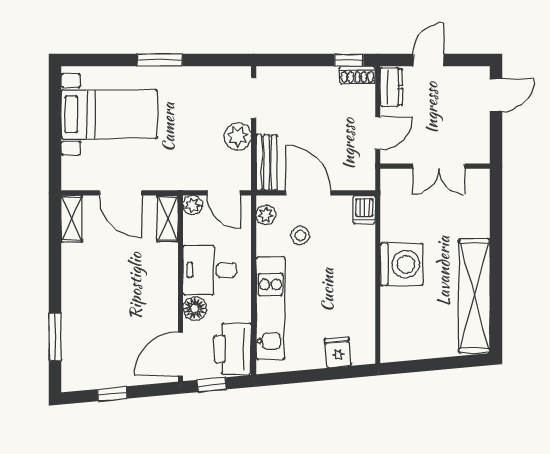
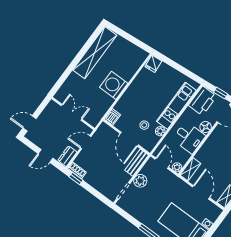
plant: (266, 215) -> (160, 131), moved
fridge: (338, 352) -> (153, 64), moved

